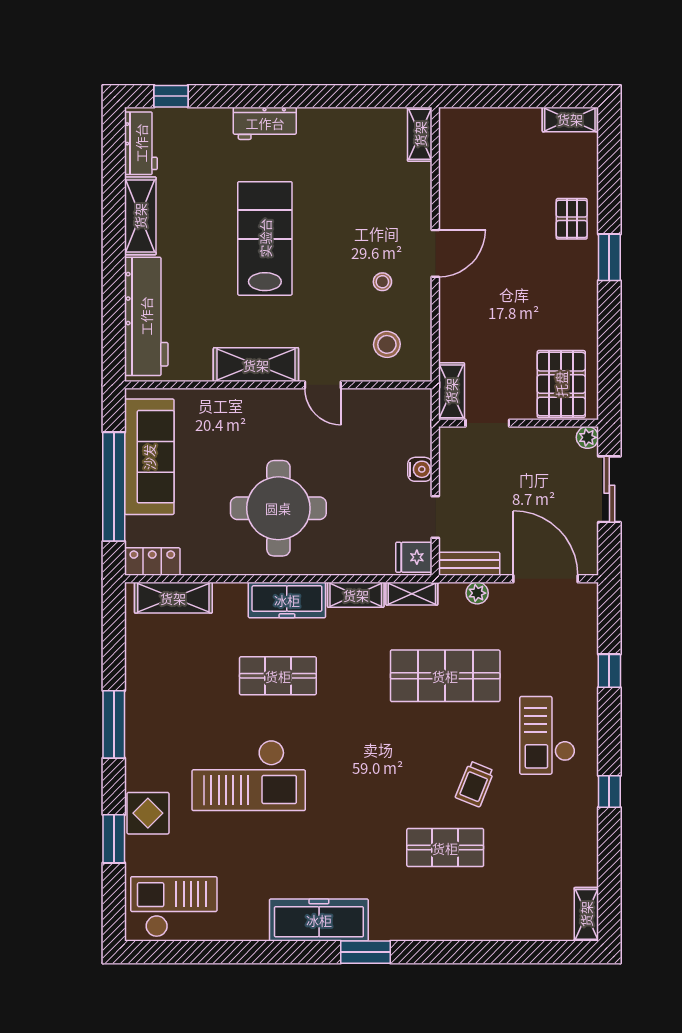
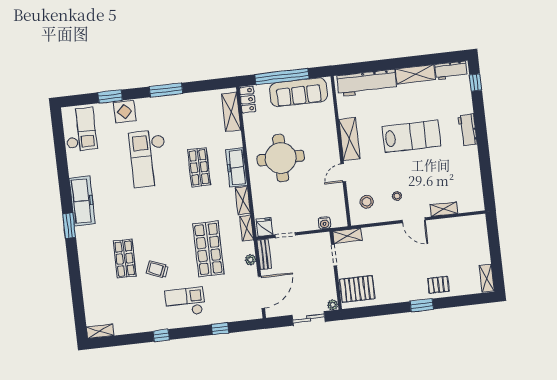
shelving: (420, 134) -> (444, 209), moved
water cooler: (420, 469) -> (324, 223), moved

